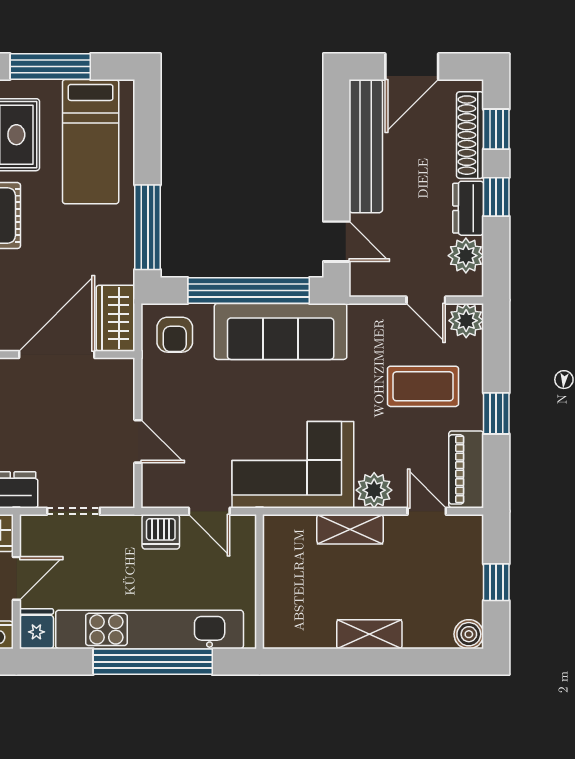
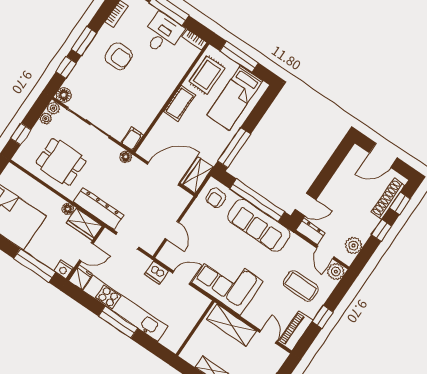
bench: (366, 146) -> (343, 175), removed
dresser: (468, 208) -> (311, 232), moved, turned 90
door: (336, 241) -> (306, 205), hinge flipped
plant: (374, 490) -> (253, 314), removed
door: (209, 511) -> (181, 278), swing flipped
shelving: (350, 529) -> (231, 325), width x1.50, depth x1.33
wall: (260, 582) -> (195, 328), moved
window: (153, 662) -> (118, 322), width x0.68

